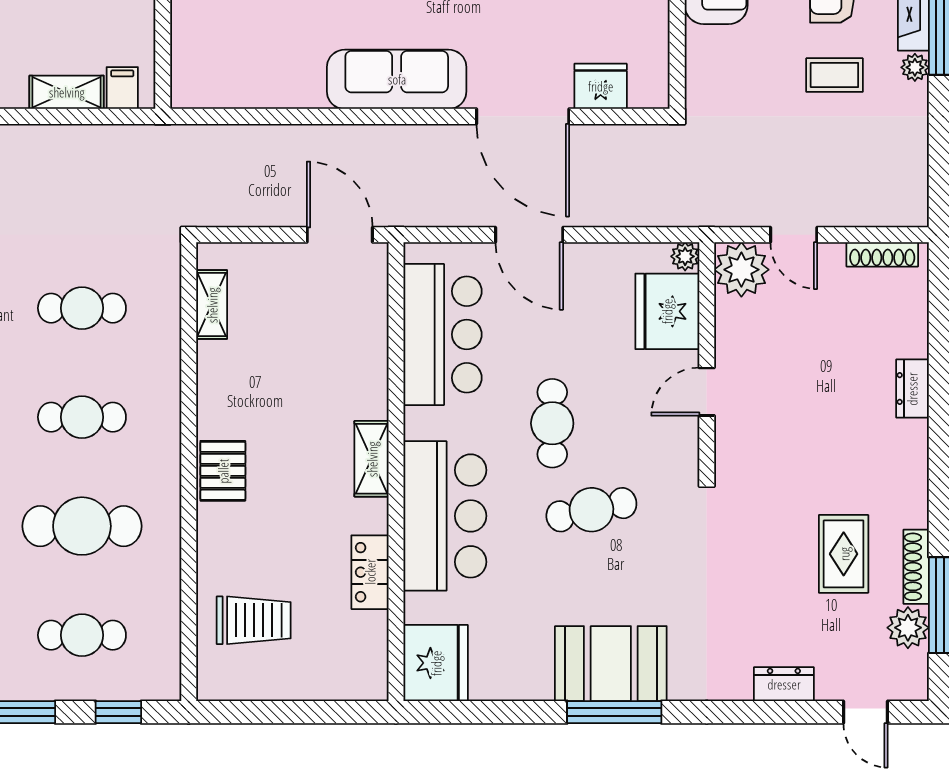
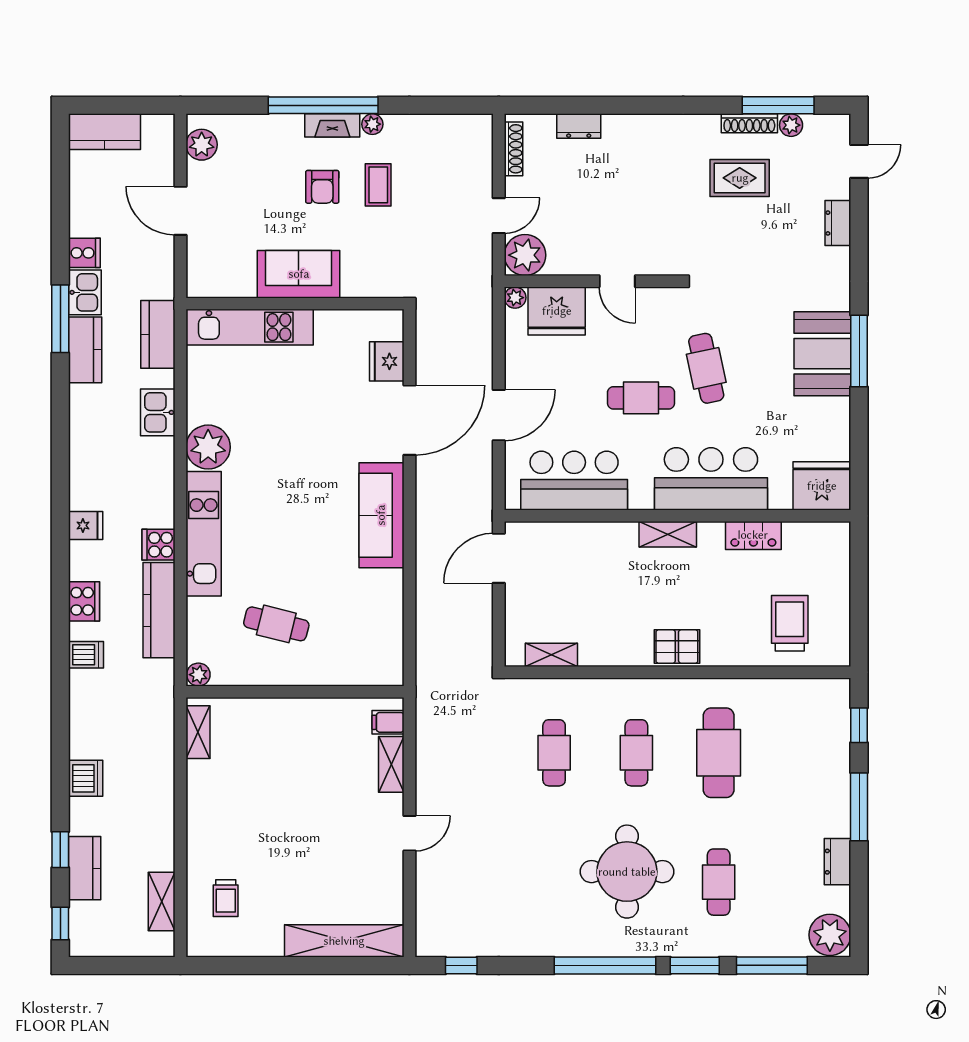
dresser: (912, 389) -> (579, 126), moved
plant: (908, 628) -> (791, 125), width x0.73, depth x0.73
cafe table: (82, 635) -> (801, 753), removed

